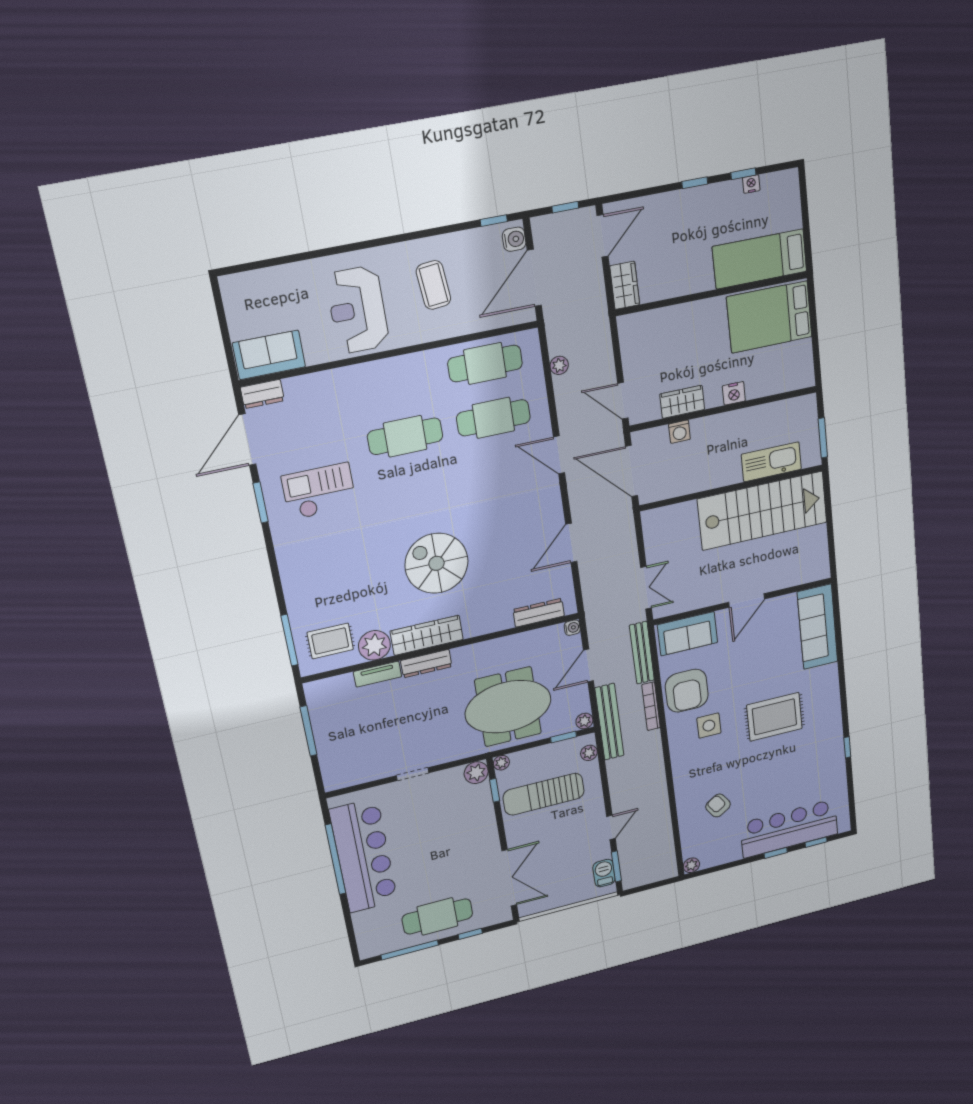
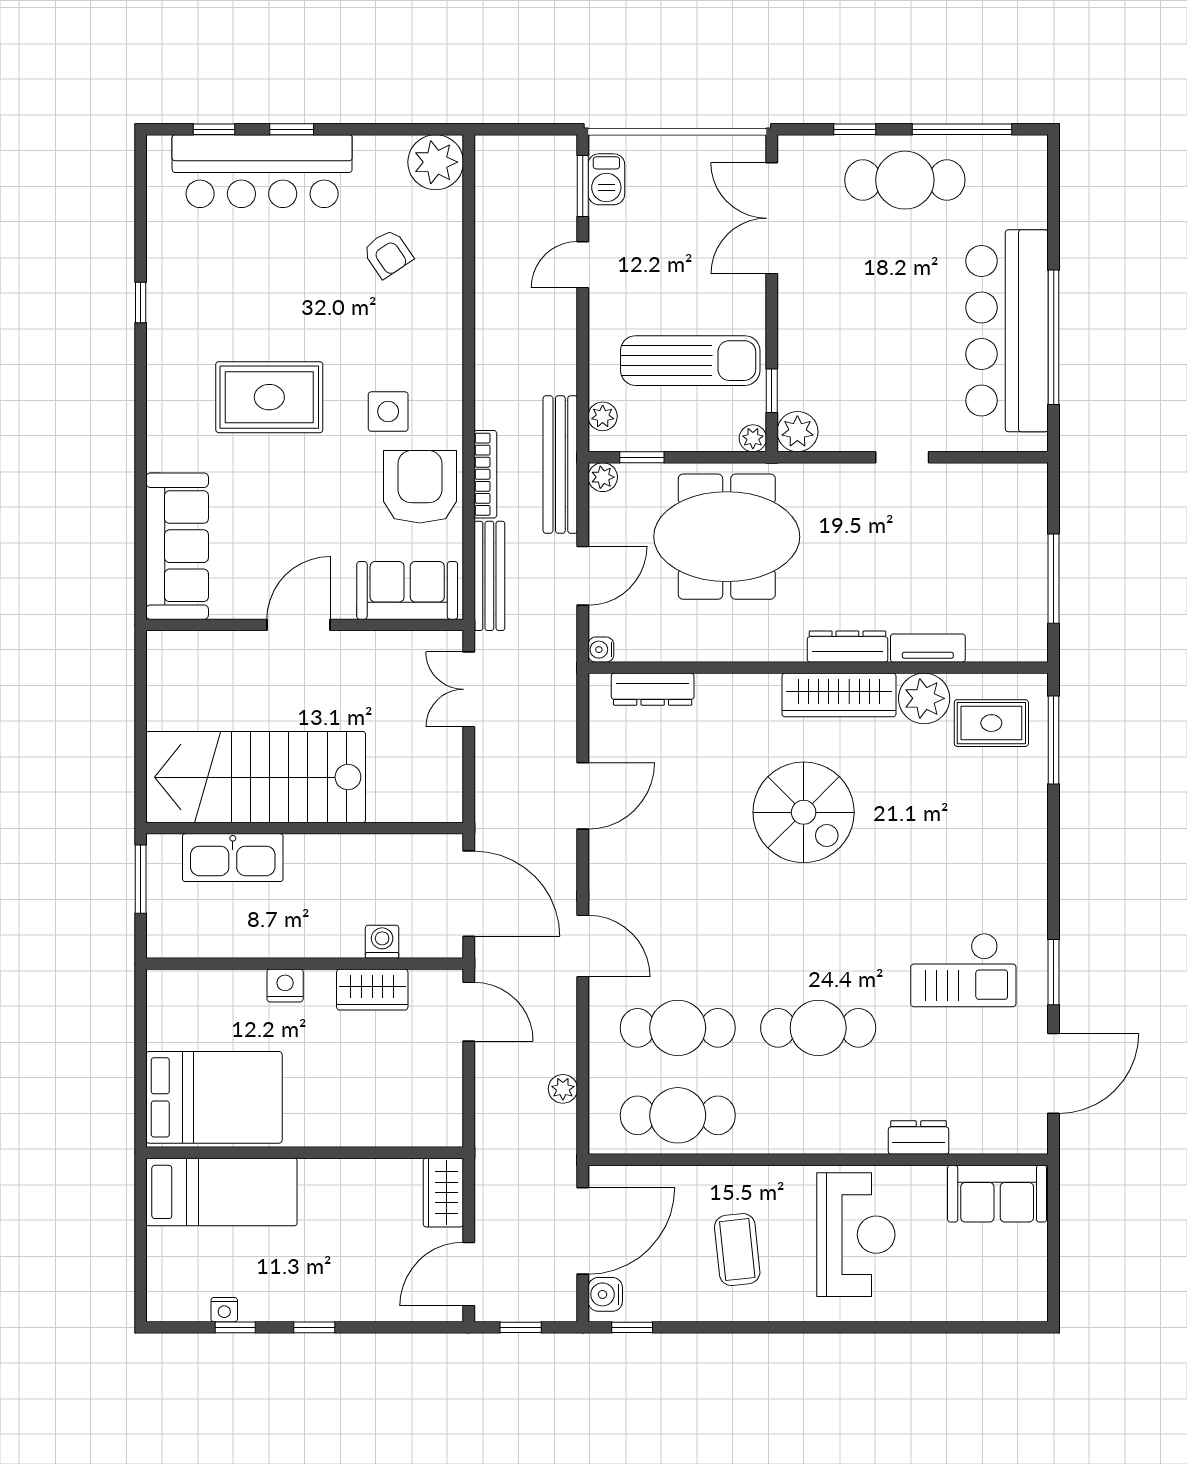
dresser: (262, 394) -> (919, 1138), moved
plant: (691, 865) -> (436, 162), width x1.87, depth x1.87

